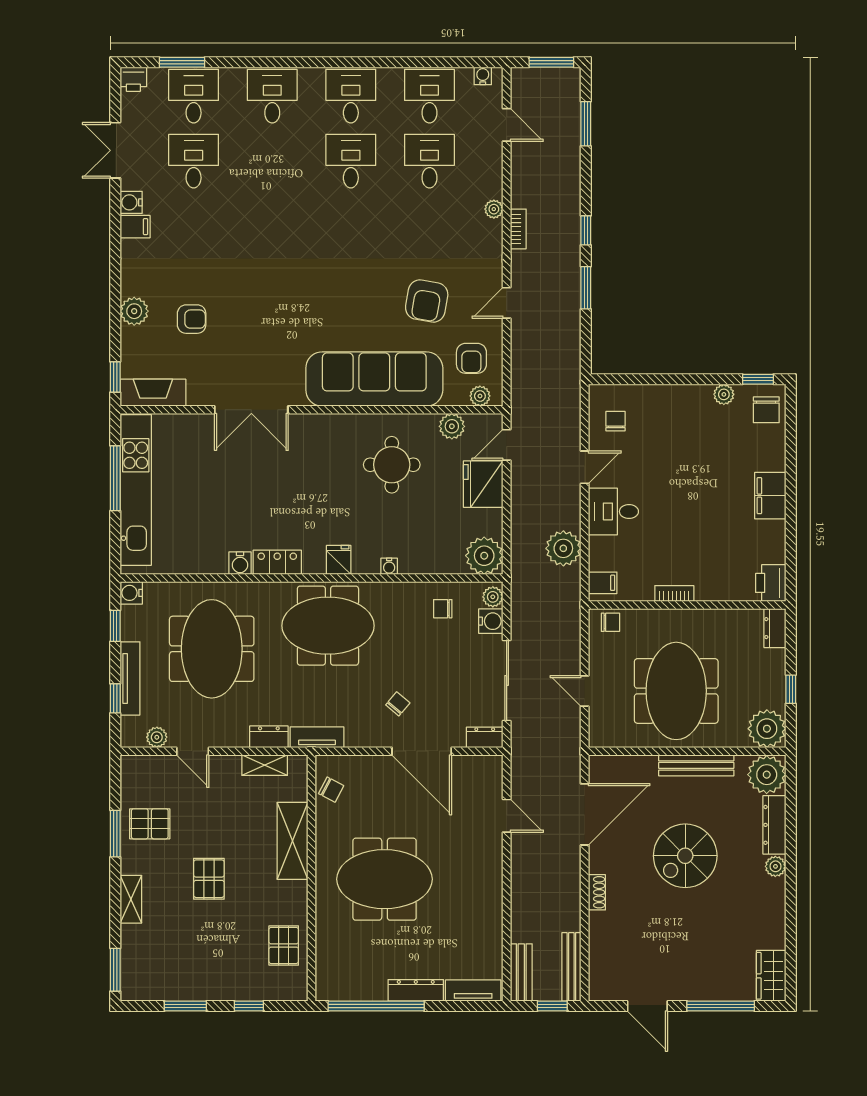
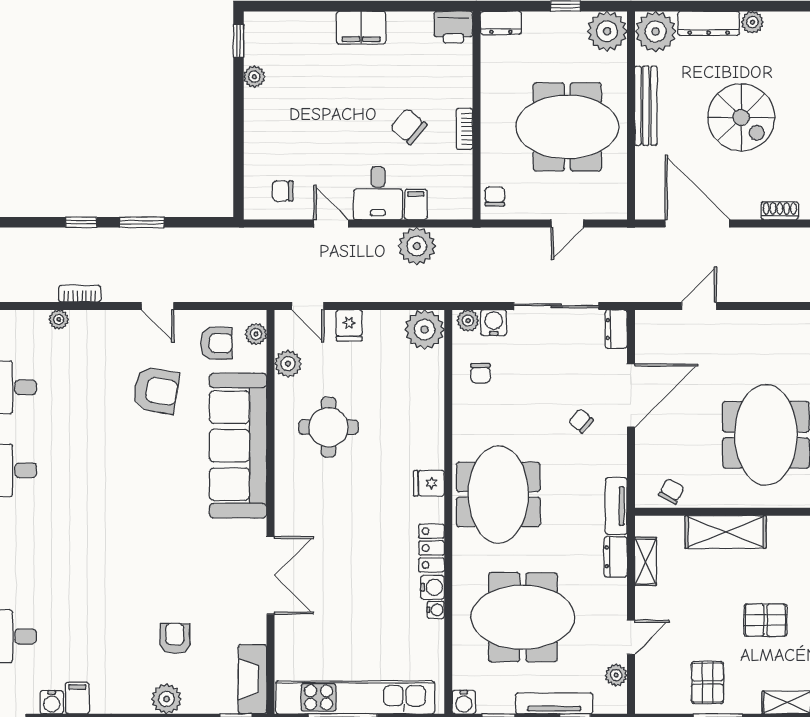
chair: (766, 410) -> (409, 126), moved, turned -140
fridge: (483, 484) -> (349, 325), width x0.53, depth x0.75
water cooler: (389, 566) -> (436, 610), moved
filing cabinet: (603, 583) -> (416, 205), moved

